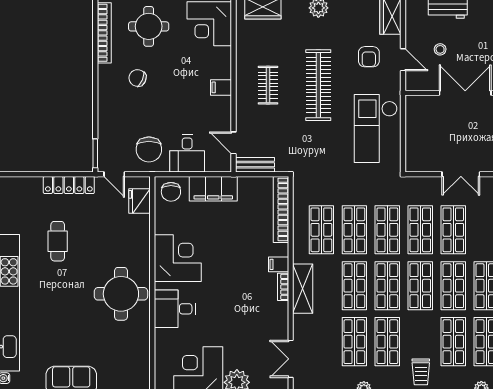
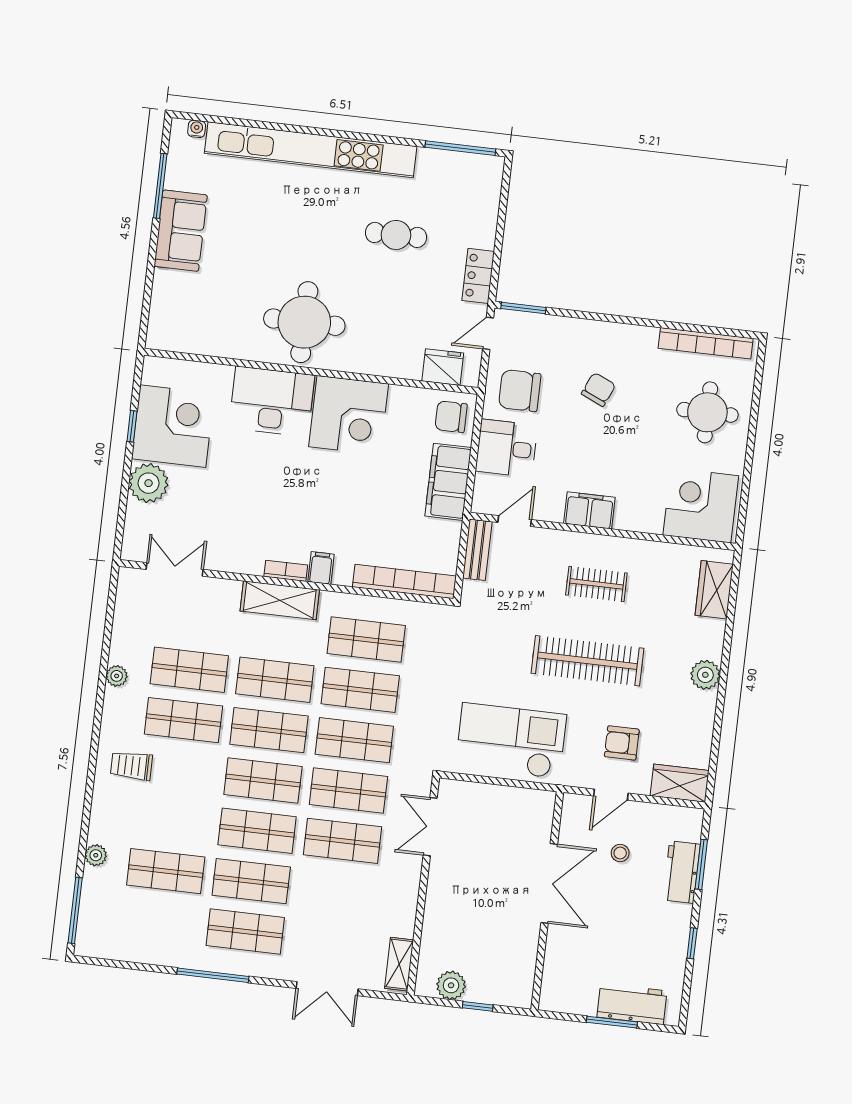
chair: (138, 78) -> (598, 389), moved
filing cabinet: (221, 87) -> (589, 510), width x2.00
double door: (461, 174) -> (430, 827), moved
locker: (69, 185) -> (478, 276), width x0.66
desk: (175, 309) -> (272, 401), width x1.37
shop shelf: (453, 342) -> (172, 821), removed

